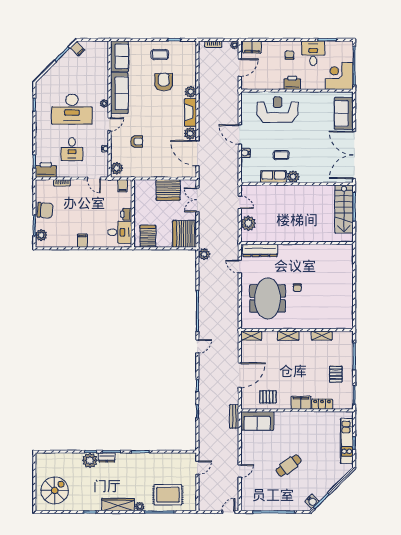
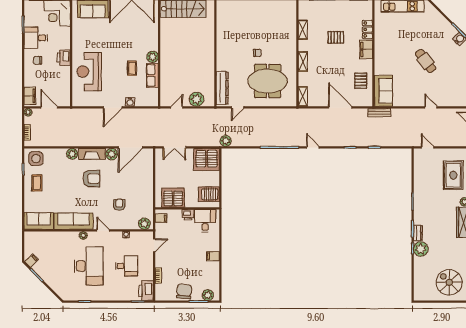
side table: (186, 53) -> (36, 159), added
armchair: (164, 82) -> (91, 179), moved, turned 180
server rack: (168, 190) -> (173, 198), moved, turned -90
pallet: (336, 374) -> (336, 37), moved

